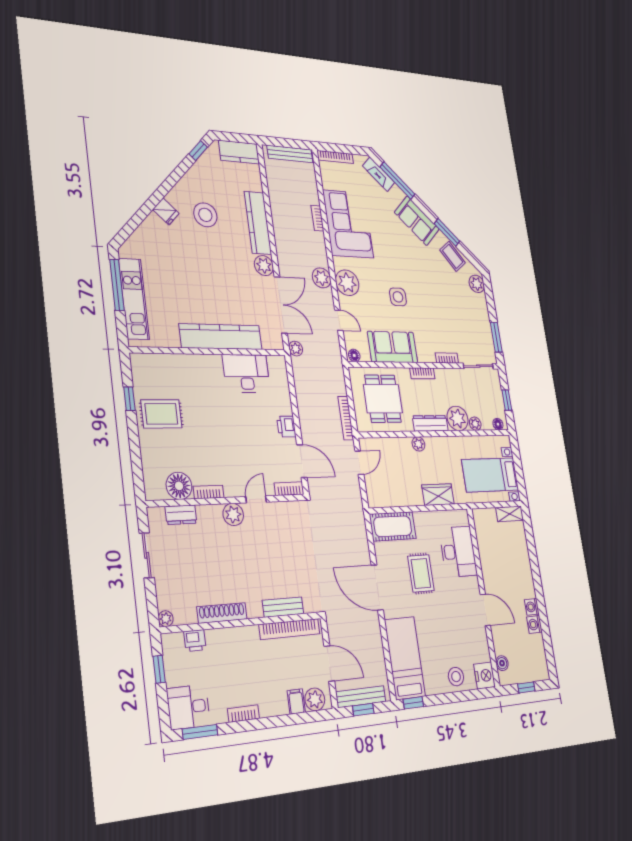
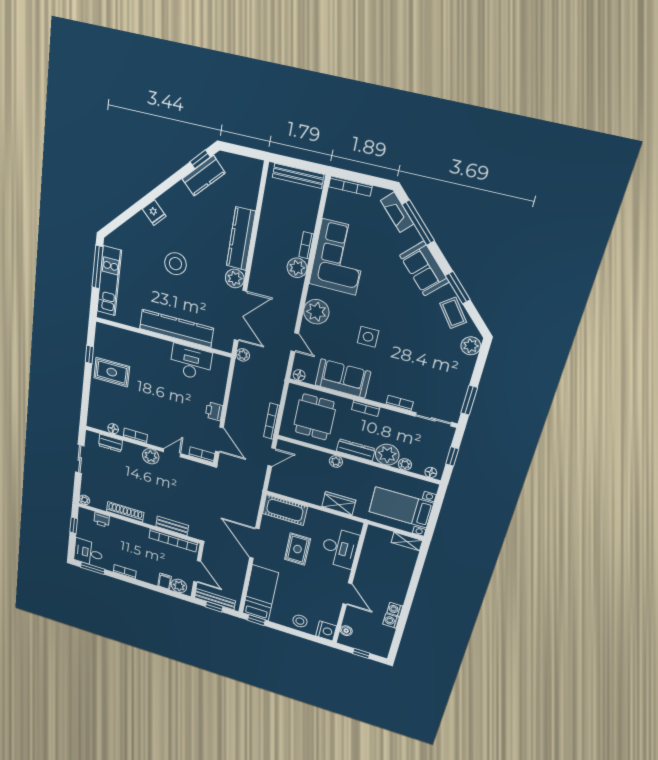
kitchen counter: (239, 152) -> (204, 176), moved, turned -46
stool: (205, 215) -> (175, 264), moved
plant: (322, 278) -> (297, 268), moved
floor lamp: (179, 486) -> (113, 429), width x0.53, depth x0.53

